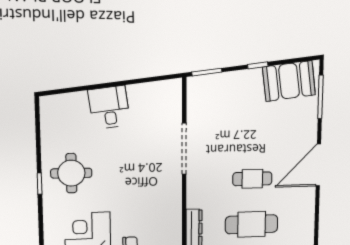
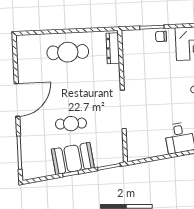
booth: (289, 81) -> (73, 159), moved
cafe table: (252, 179) -> (71, 124), moved

